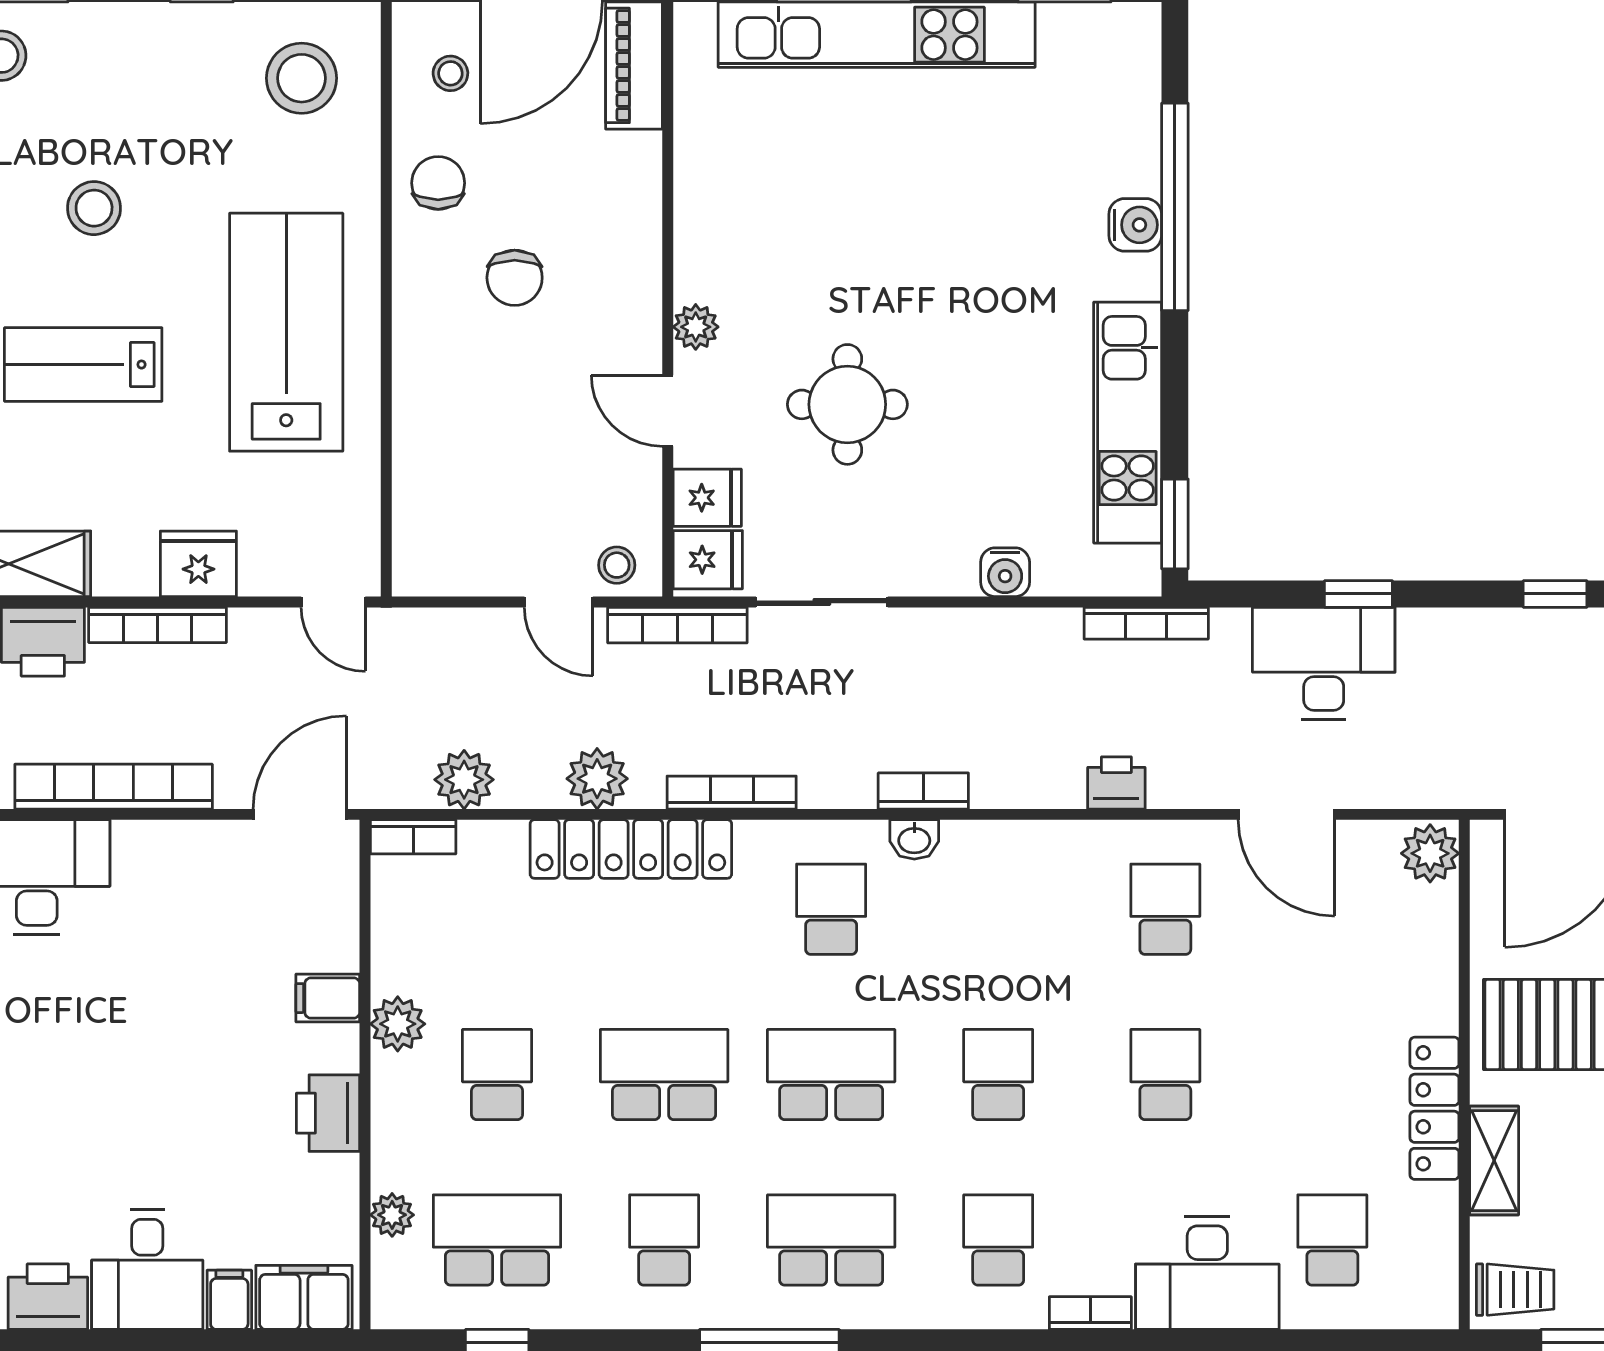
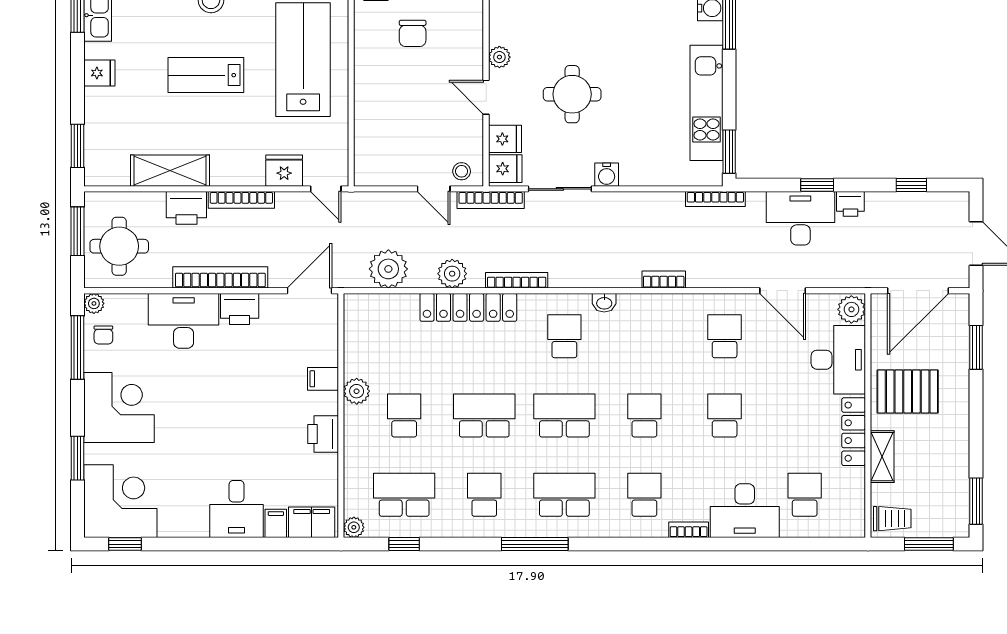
fridge: (198, 564) -> (284, 171), moved
water cooler: (1005, 572) -> (607, 175), moved
plant: (464, 780) -> (388, 269), width x1.36, depth x1.36
printer: (1116, 783) -> (850, 204), moved, turned 180
bookcase: (923, 791) -> (664, 280), moved
bookcase: (413, 837) -> (364, 301), removed
desk: (1403, 958) -> (838, 360), added
plant: (392, 1215) -> (354, 527), moved
printer: (48, 1297) -> (240, 309), moved, turned 180

